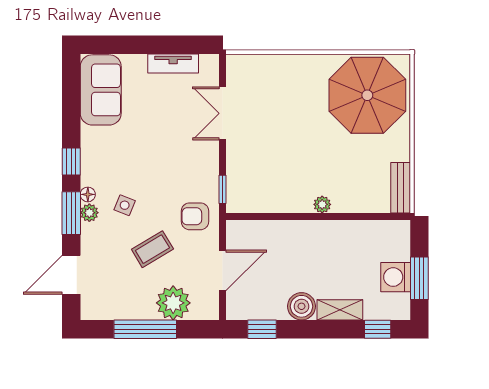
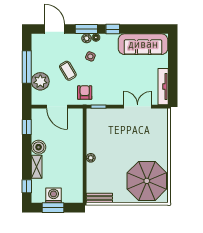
tv unit: (173, 63) -> (163, 87), width x1.41
sofa: (101, 90) -> (143, 44), width x1.36

